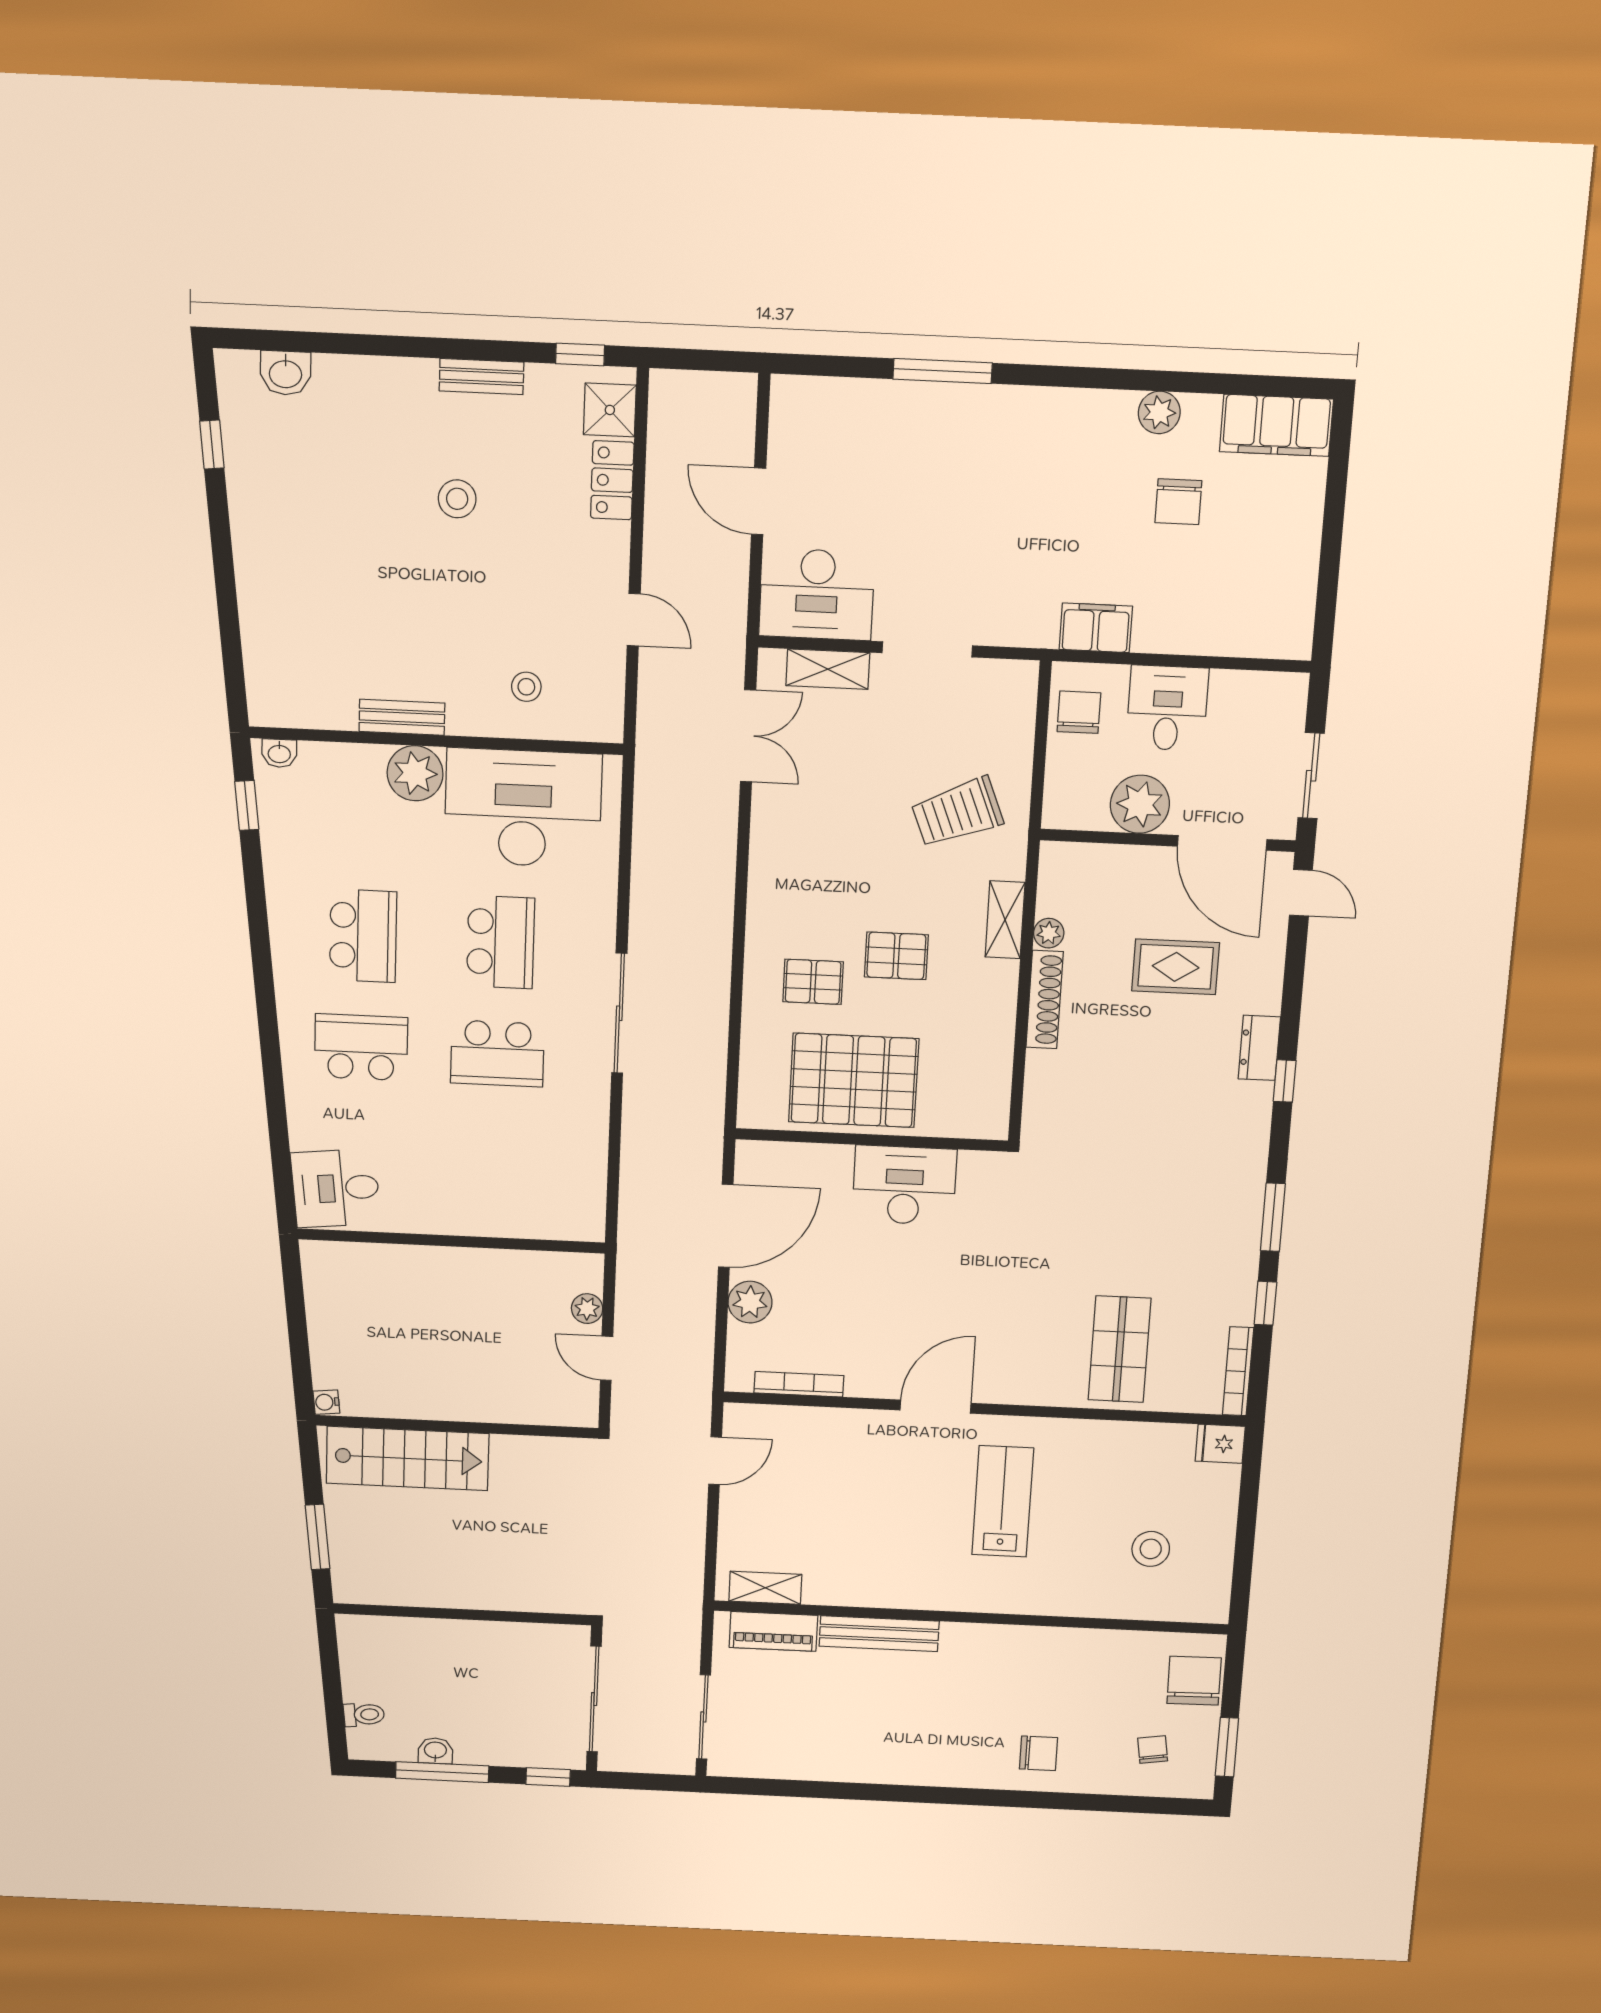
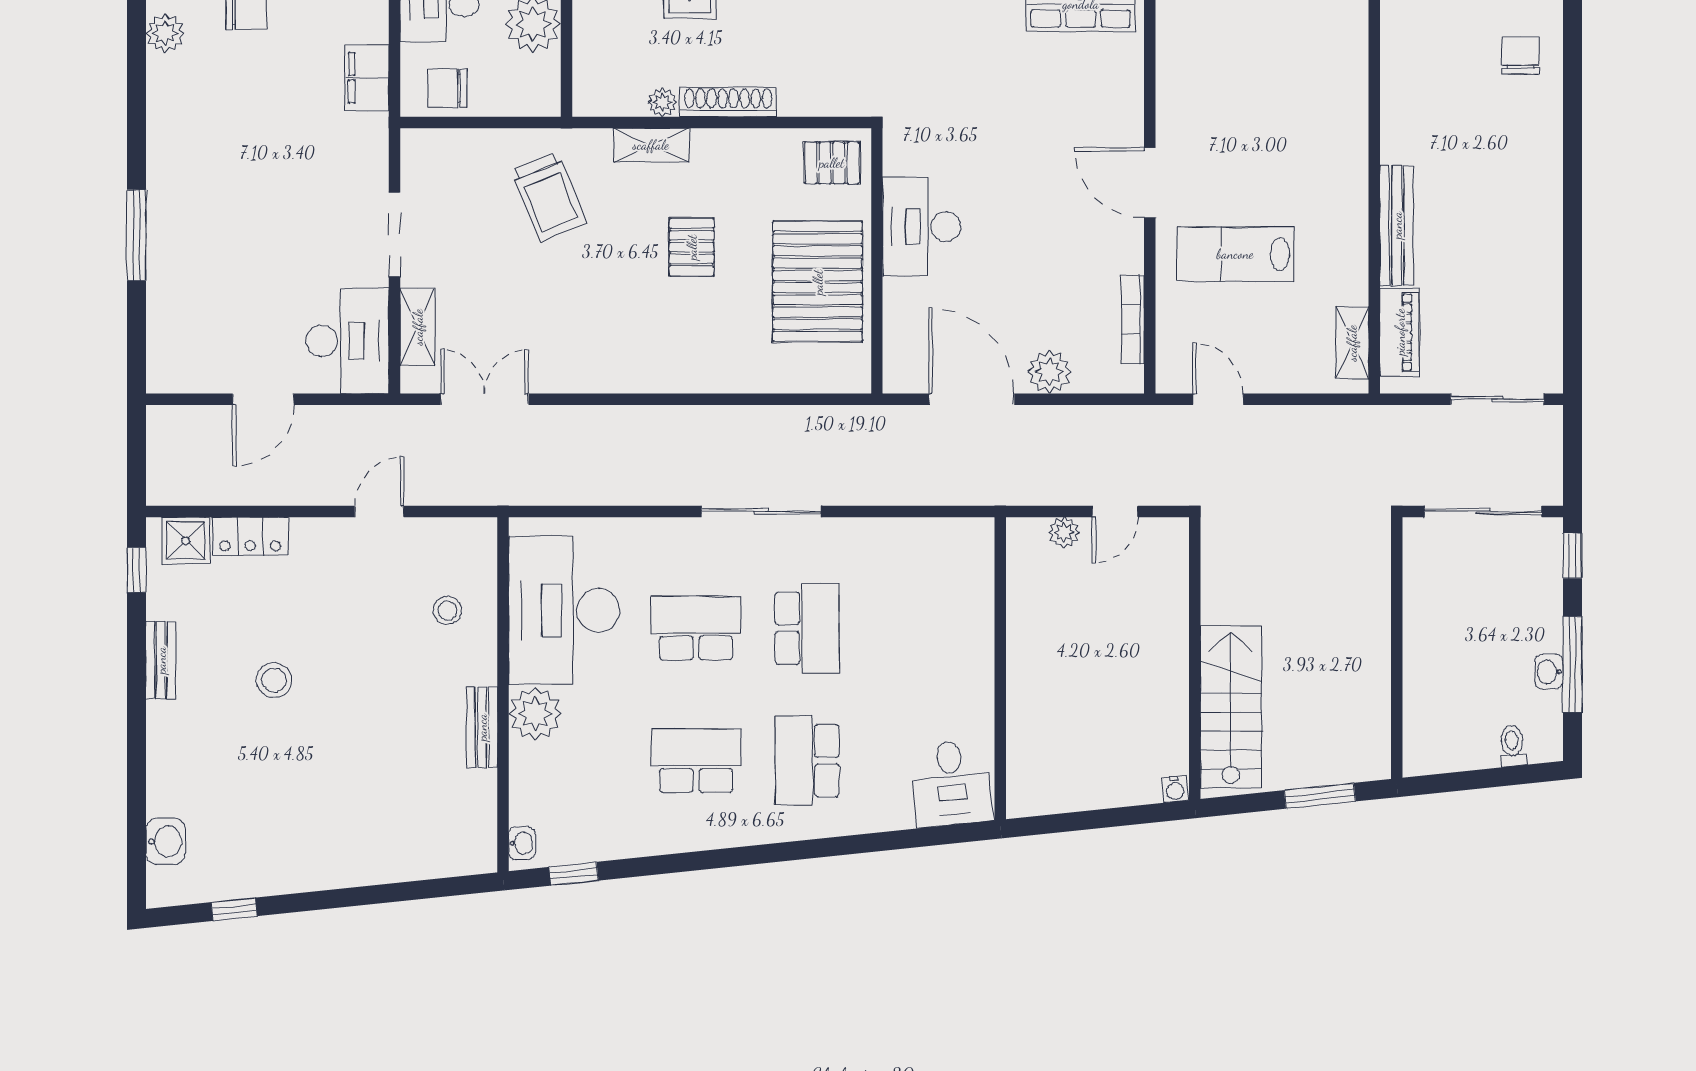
pallet: (813, 982) -> (832, 163), moved, turned 90
lab bench: (1003, 1501) -> (1235, 254), moved

